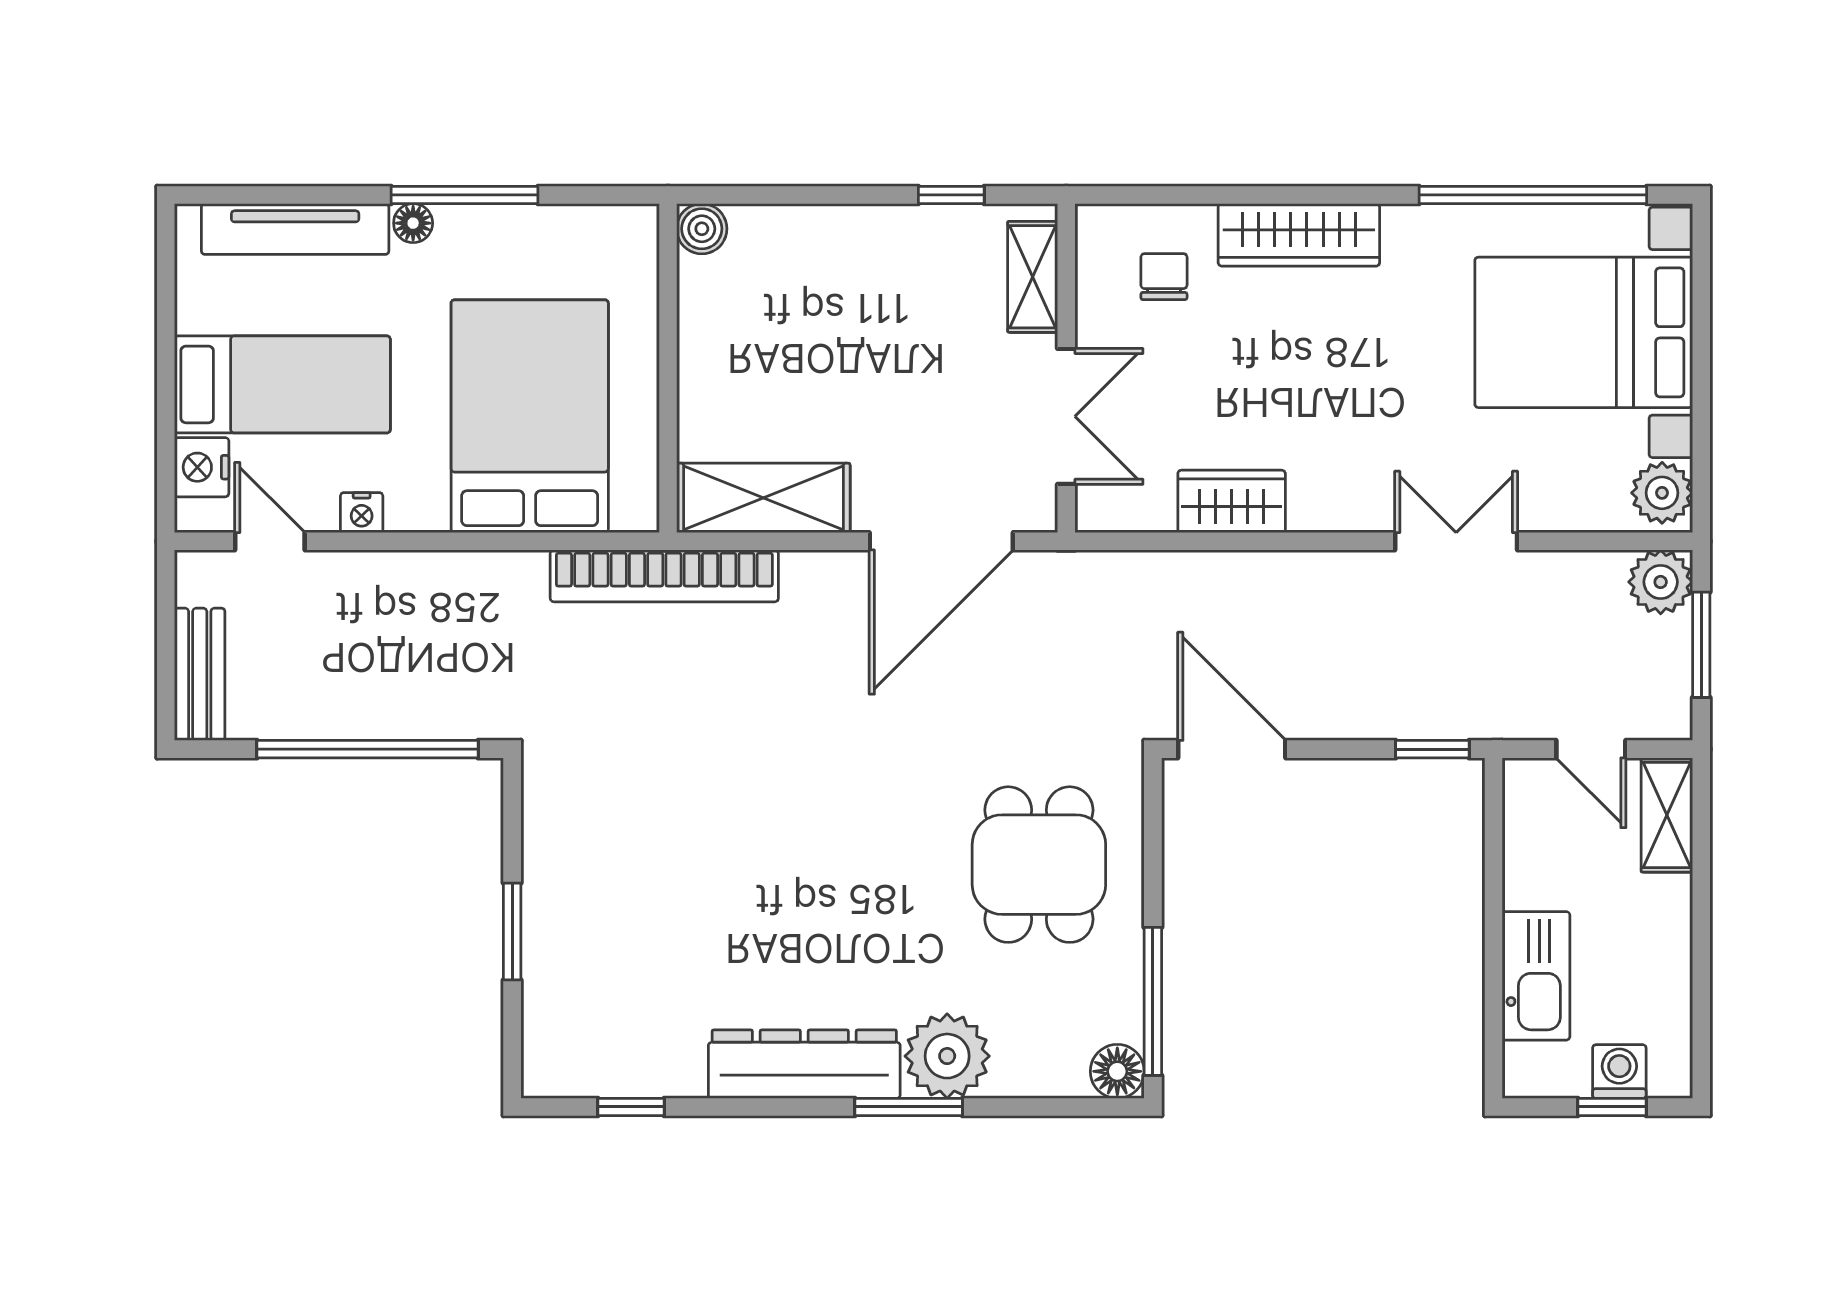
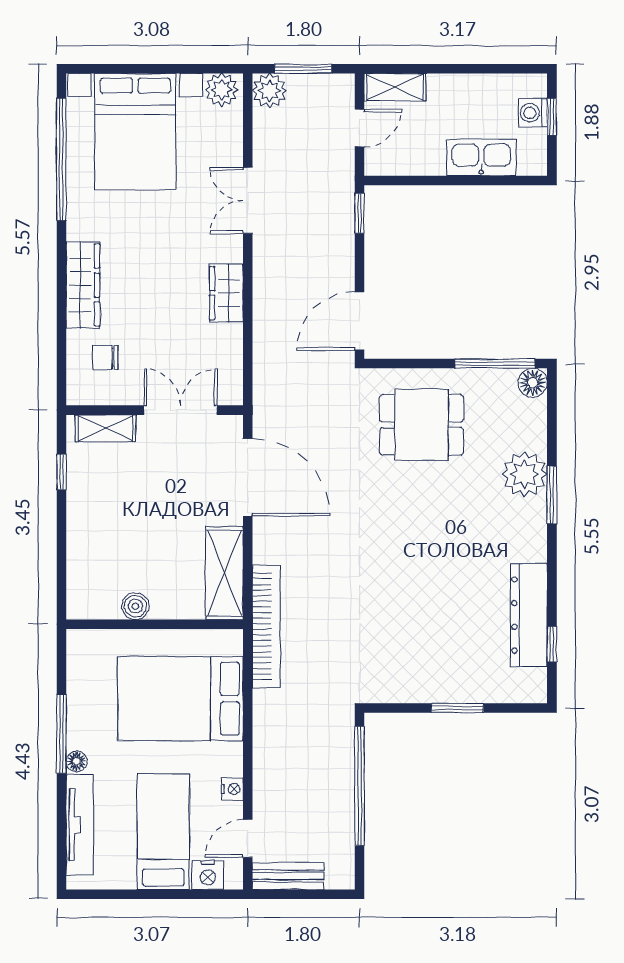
boiler: (702, 229) -> (135, 606), moved
wardrobe: (1232, 501) -> (226, 293), moved
bench: (200, 674) -> (288, 876), moved
dresser: (804, 1064) -> (529, 615), moved

